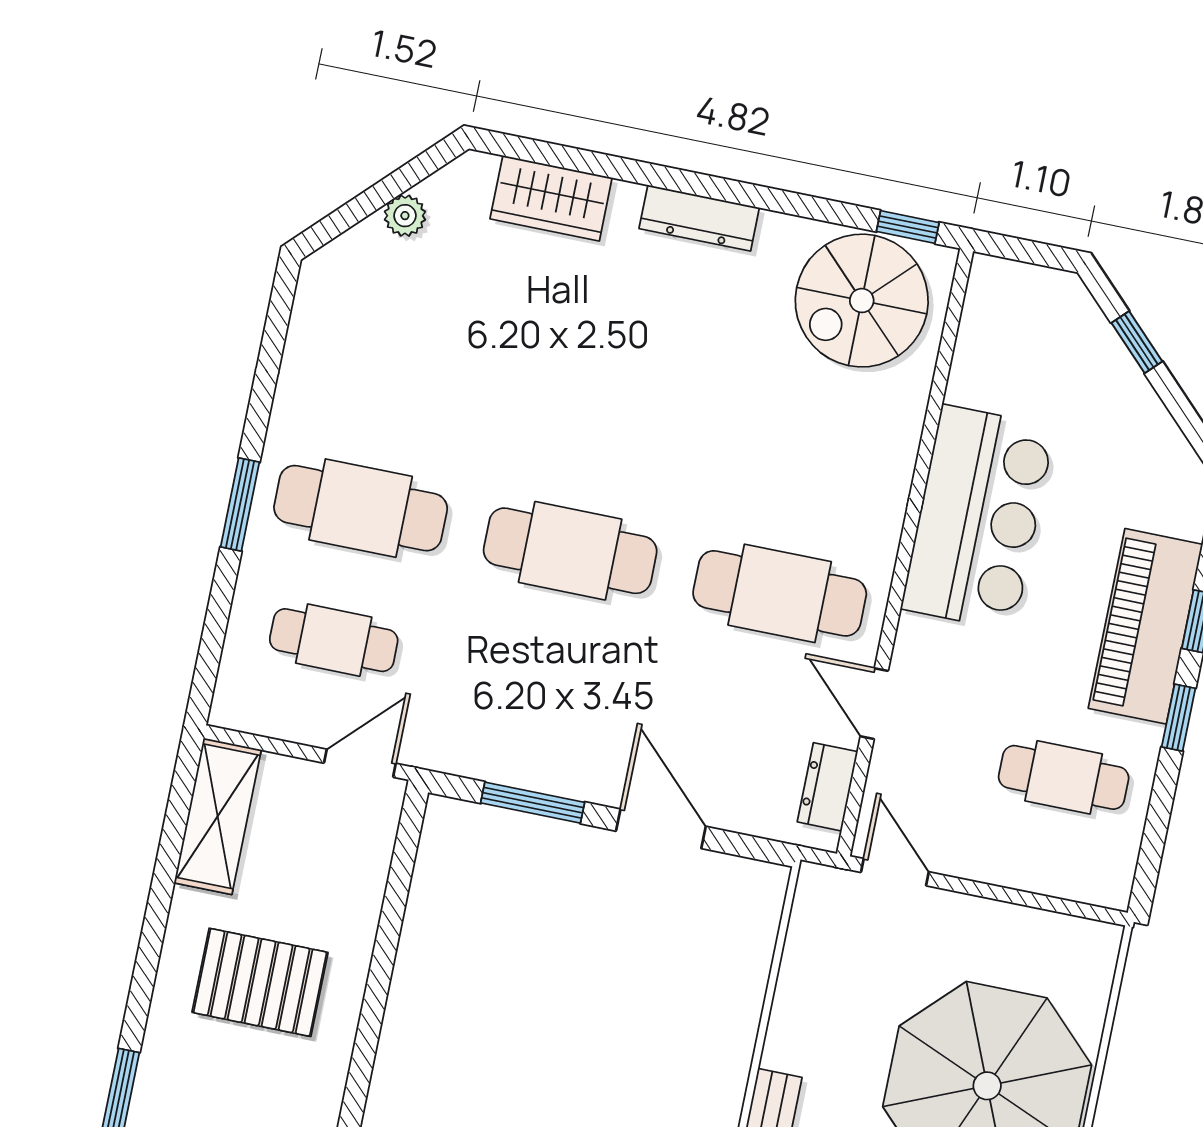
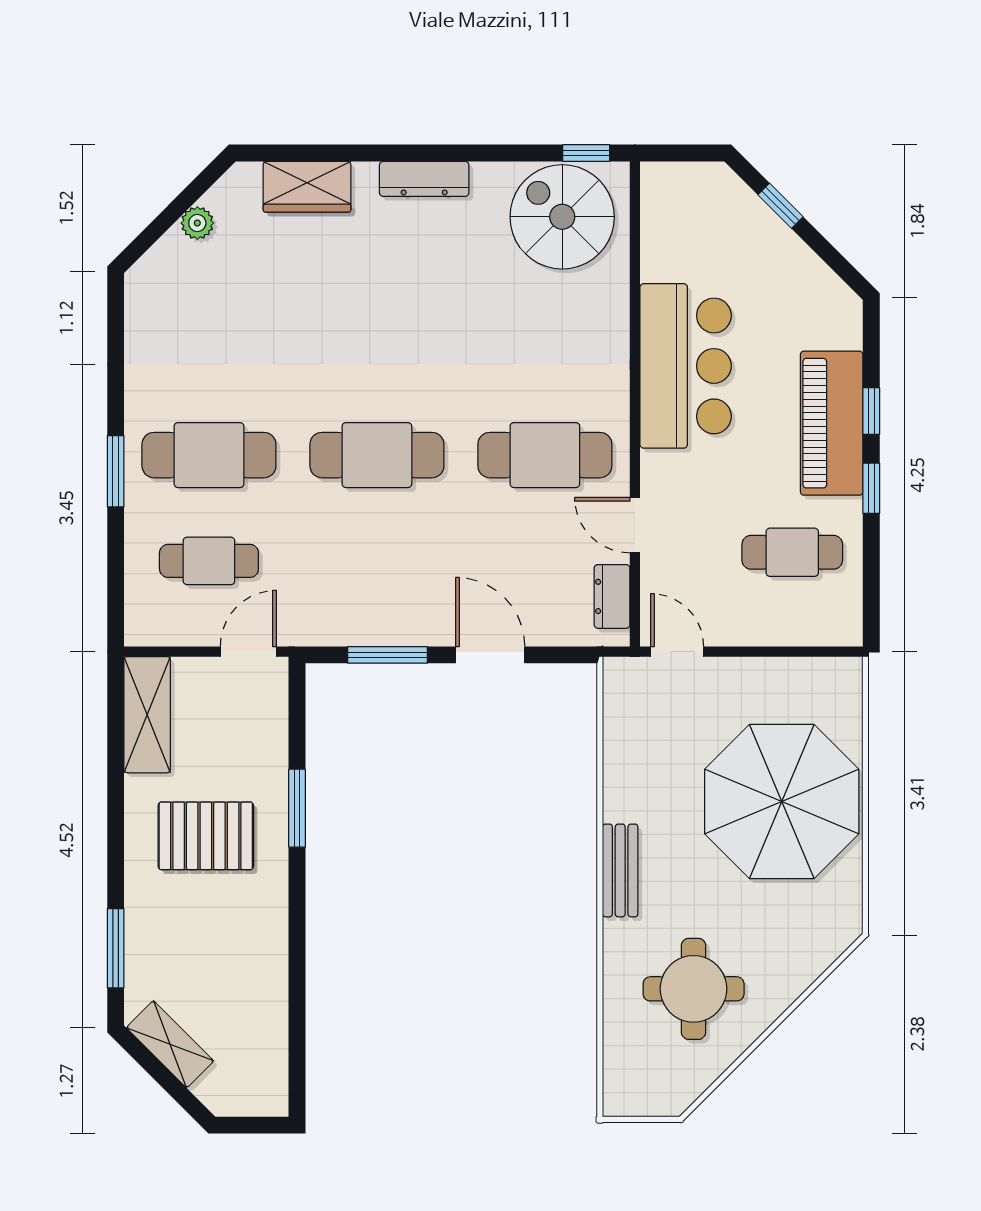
spiral stairs: (862, 301) -> (562, 217), turned 90
window: (381, 971) -> (297, 808), added

